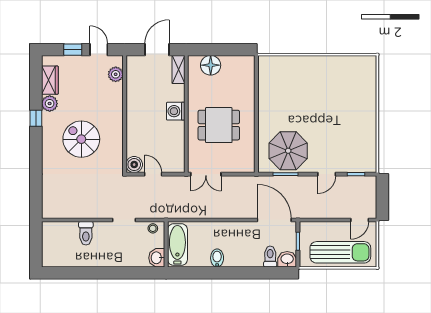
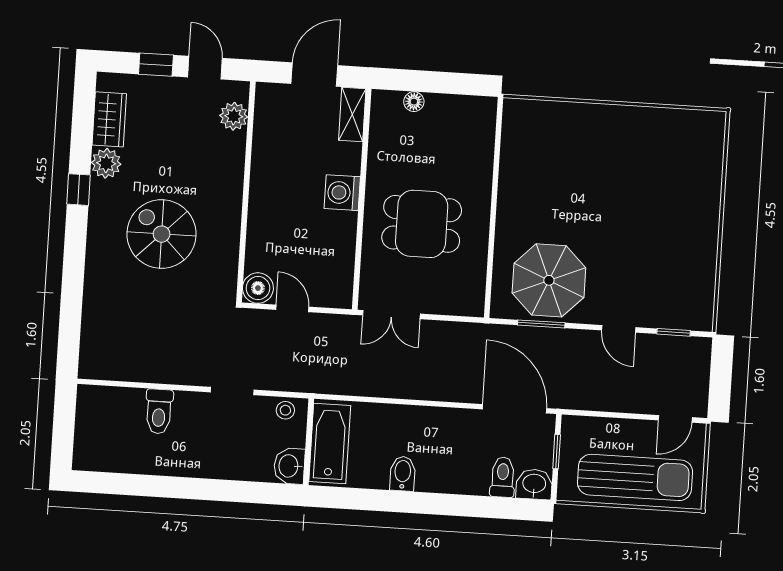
floor lamp: (211, 65) -> (414, 102), width x0.53, depth x0.53
door: (327, 174) -> (619, 329), hinge flipped

